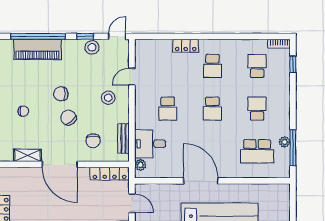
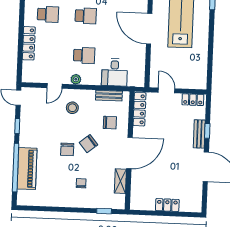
locker: (186, 46) -> (29, 43), width x1.53
stool: (92, 47) -> (27, 120), removed
door: (132, 77) -> (54, 86), hinge flipped
plant: (140, 165) -> (76, 79), moved
door: (201, 181) -> (149, 29), hinge flipped
door: (132, 203) -> (166, 90), hinge flipped

